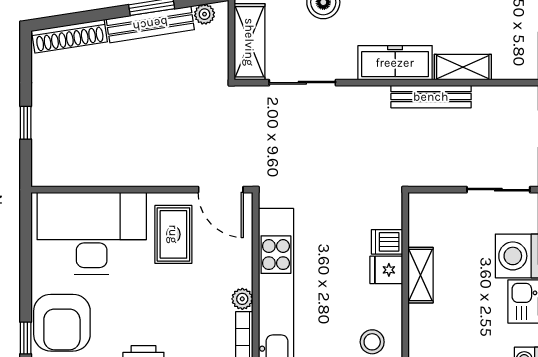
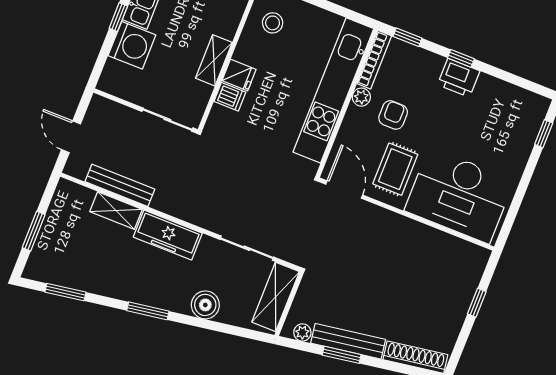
bench: (431, 97) -> (120, 185), moved
sliding door: (498, 190) -> (167, 120), moved
armchair: (62, 323) -> (393, 115), moved, width x0.53, depth x0.53

